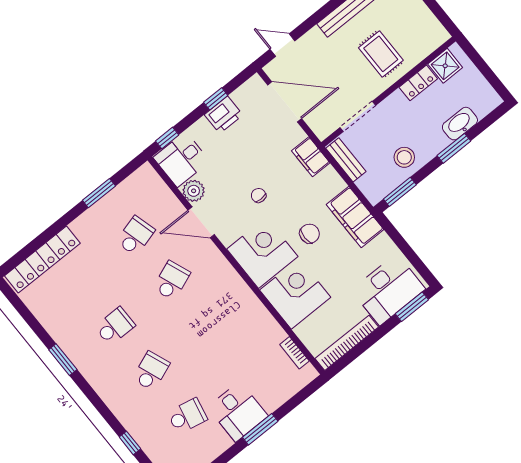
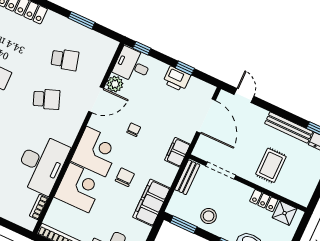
door: (201, 222) -> (96, 100), swing flipped
chair: (310, 234) -> (125, 177), turned -90
desk: (245, 324) -> (42, 164), added

